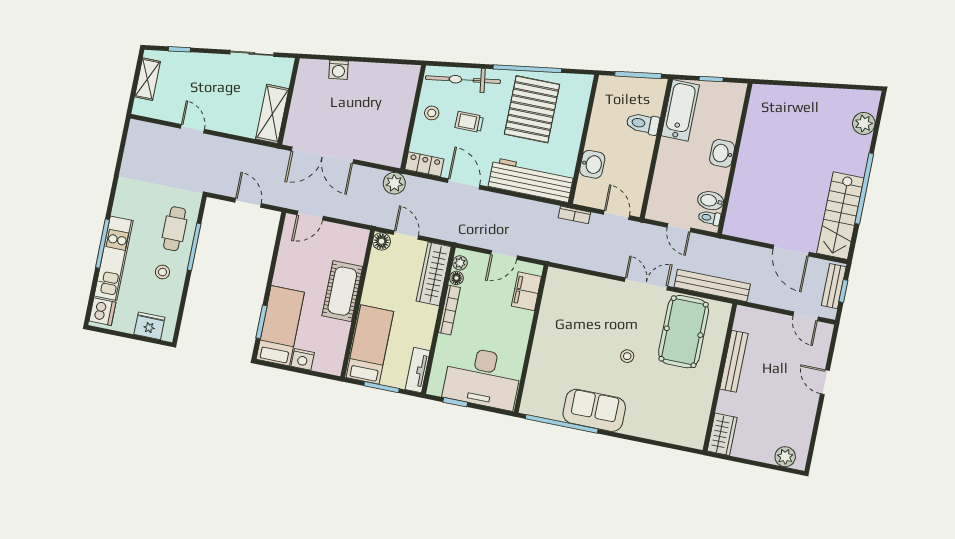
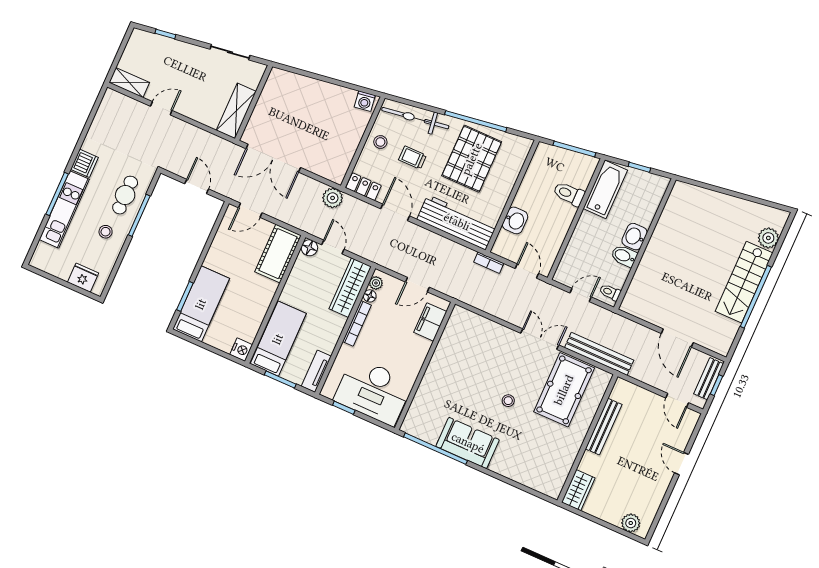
washing machine: (338, 70) -> (365, 101), moved
shelving: (147, 79) -> (129, 83), moved, turned 90
door: (193, 129) -> (161, 108), hinge flipped
bidet: (711, 201) -> (624, 256), moved
stairs: (840, 216) -> (744, 282), moved
door: (679, 228) -> (581, 295), swing flipped
cot: (342, 291) -> (278, 254), moved
dishwasher: (102, 312) -> (84, 163), moved
nightstand: (303, 359) -> (241, 350), moved, turned -90

